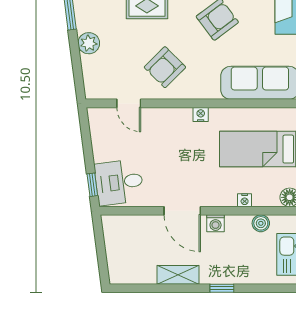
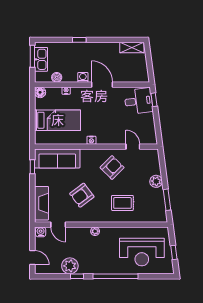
shelving: (178, 275) -> (132, 48), moved

